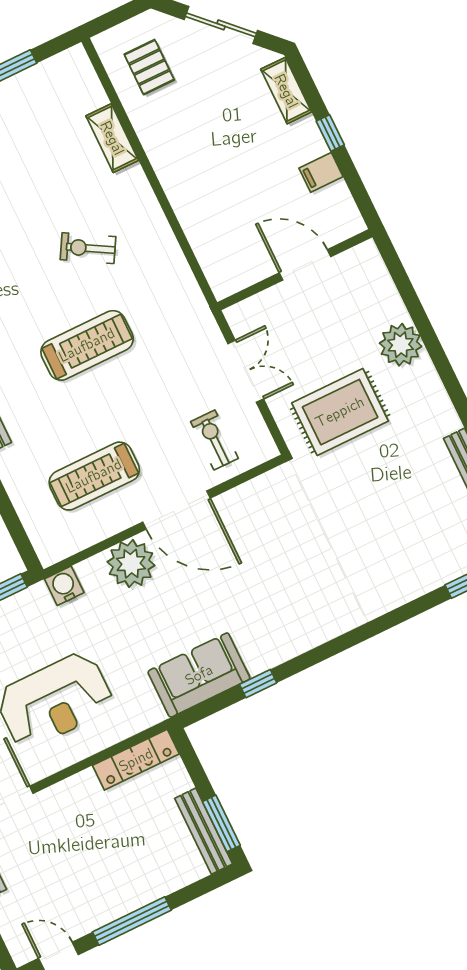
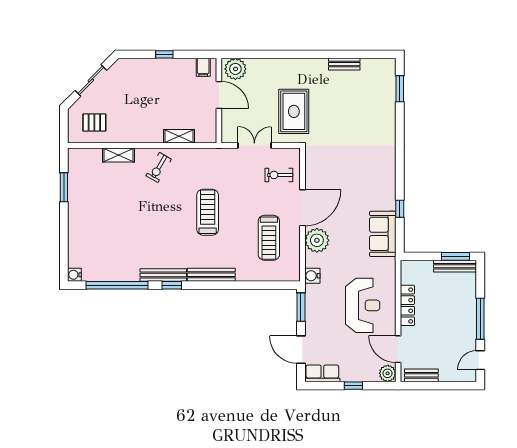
shelving: (286, 91) -> (179, 136), moved
filing cabinet: (321, 172) -> (203, 67), moved
exercise bike: (88, 248) -> (159, 167), moved
door: (305, 265) -> (219, 95), swing flipped
plant: (401, 345) -> (235, 69), moved
locker: (136, 760) -> (407, 305), moved

